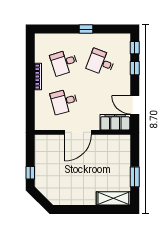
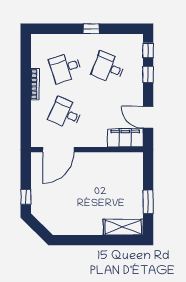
desk: (64, 101) -> (65, 113), turned 39
door: (78, 132) -> (58, 150), moved

